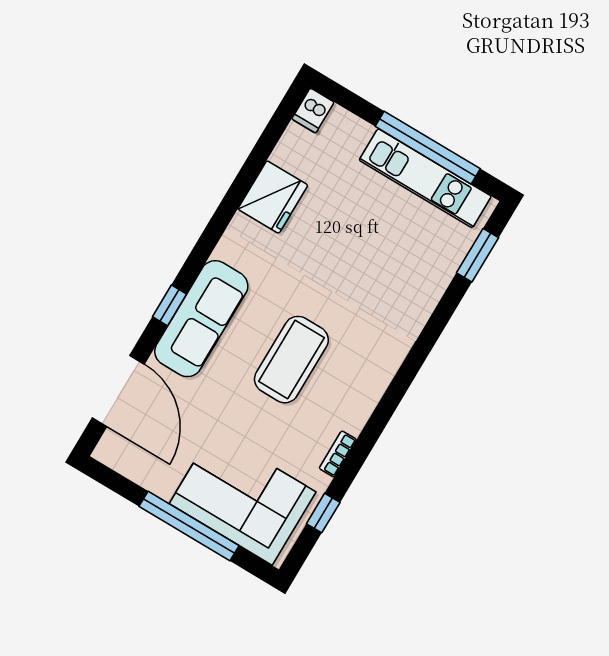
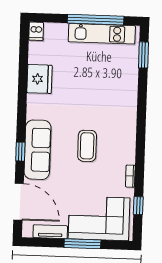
coffee table: (291, 360) -> (87, 146), width x0.73, depth x0.76
tv unit: (145, 474) -> (50, 232), added
window: (189, 526) -> (82, 244), width x0.68

